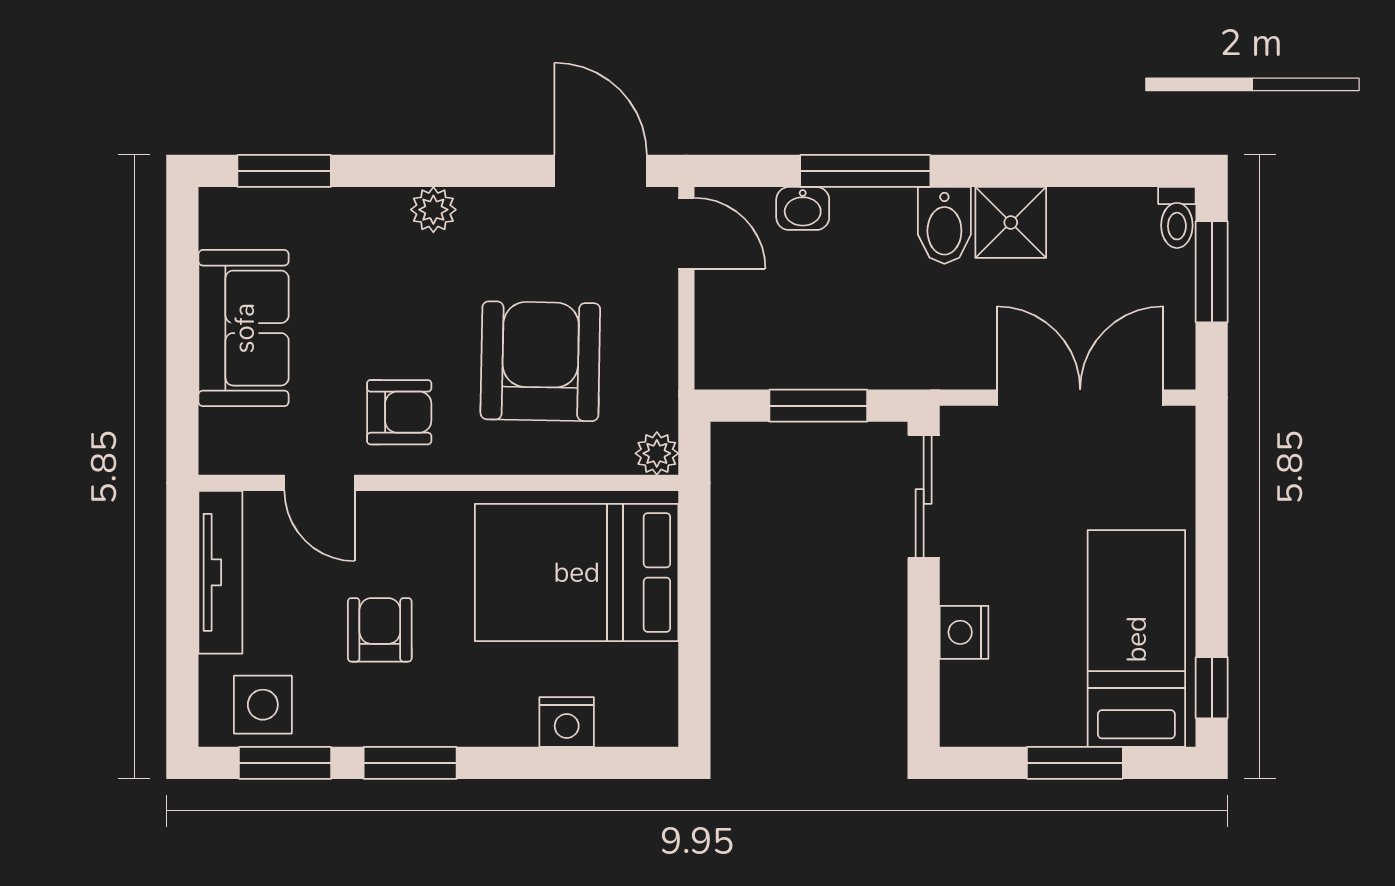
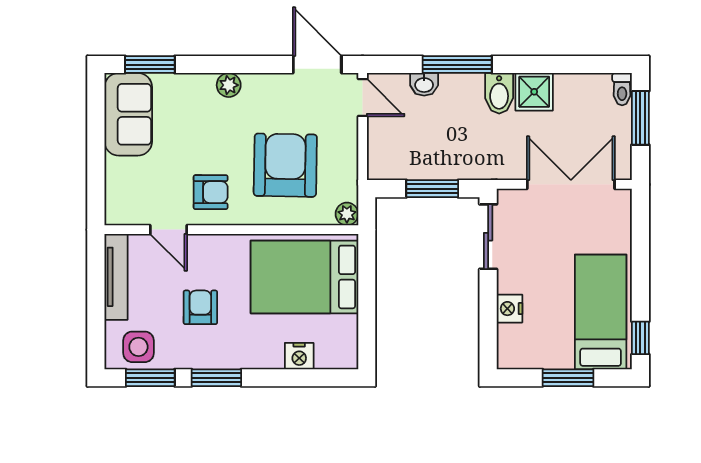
sofa: (244, 328) -> (128, 114), moved

